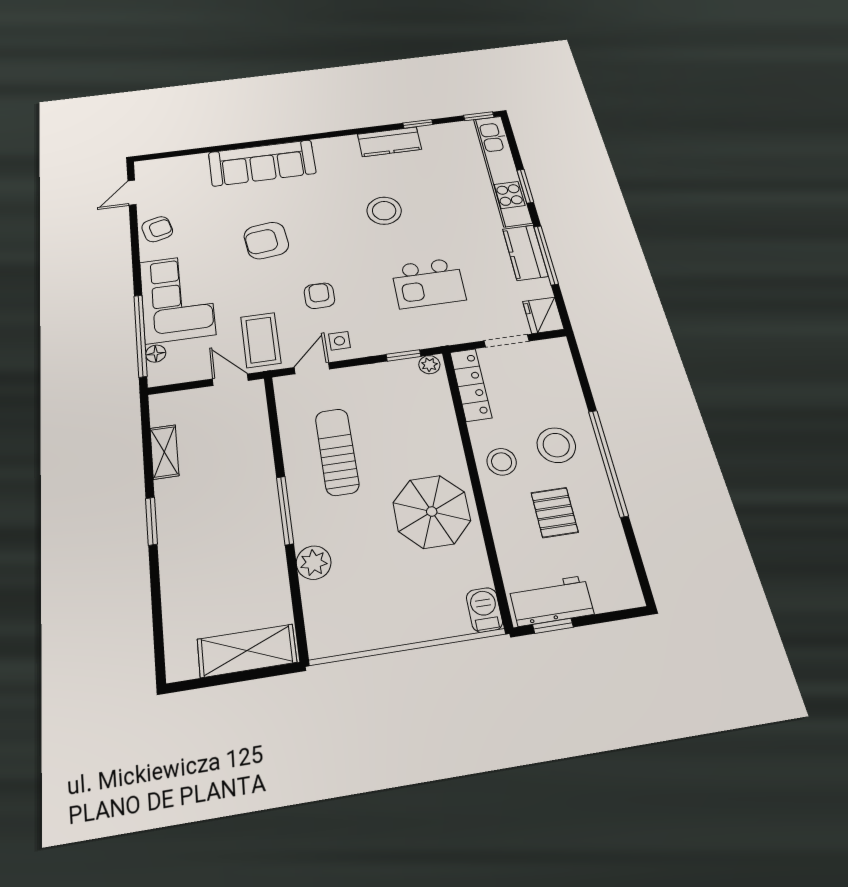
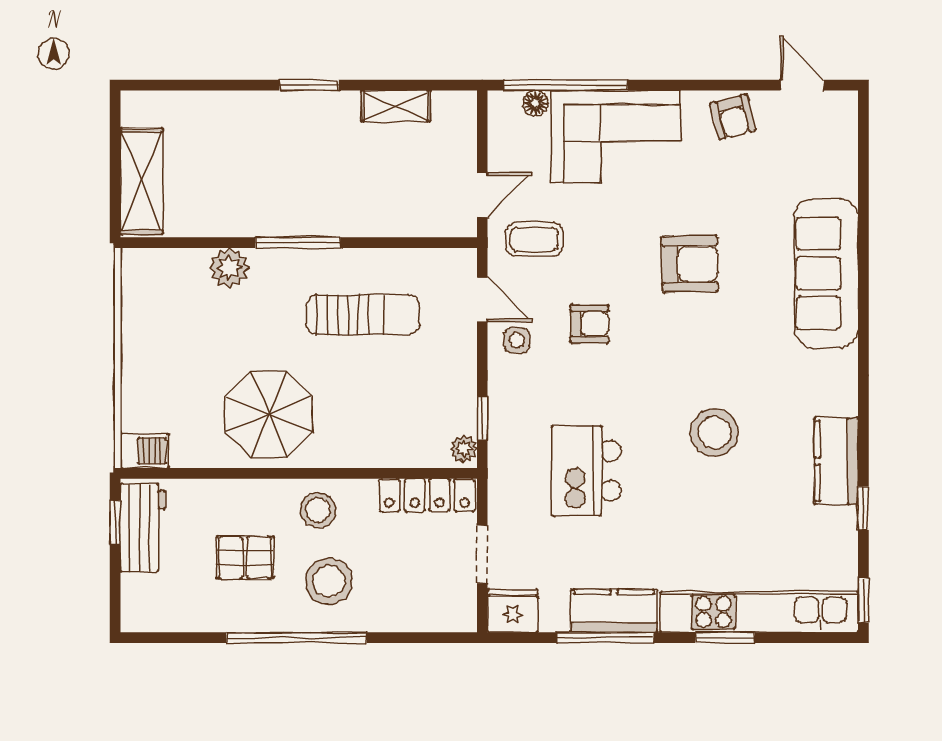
armchair: (266, 241) -> (690, 264), turned 96
coffee table: (261, 340) -> (534, 239), width x0.73, depth x0.77

